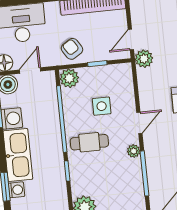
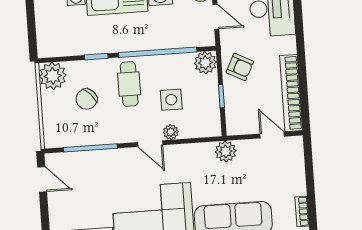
door: (131, 40) -> (272, 135), moved
armchair: (72, 49) -> (240, 67), turned 60
plant: (134, 151) -> (171, 132), moved
chair: (103, 178) -> (87, 99), added

